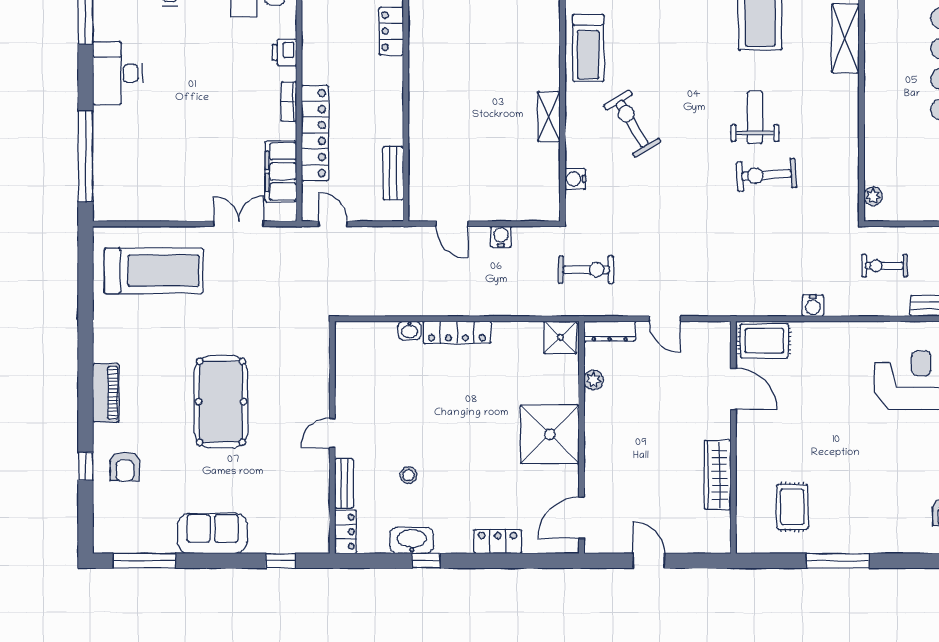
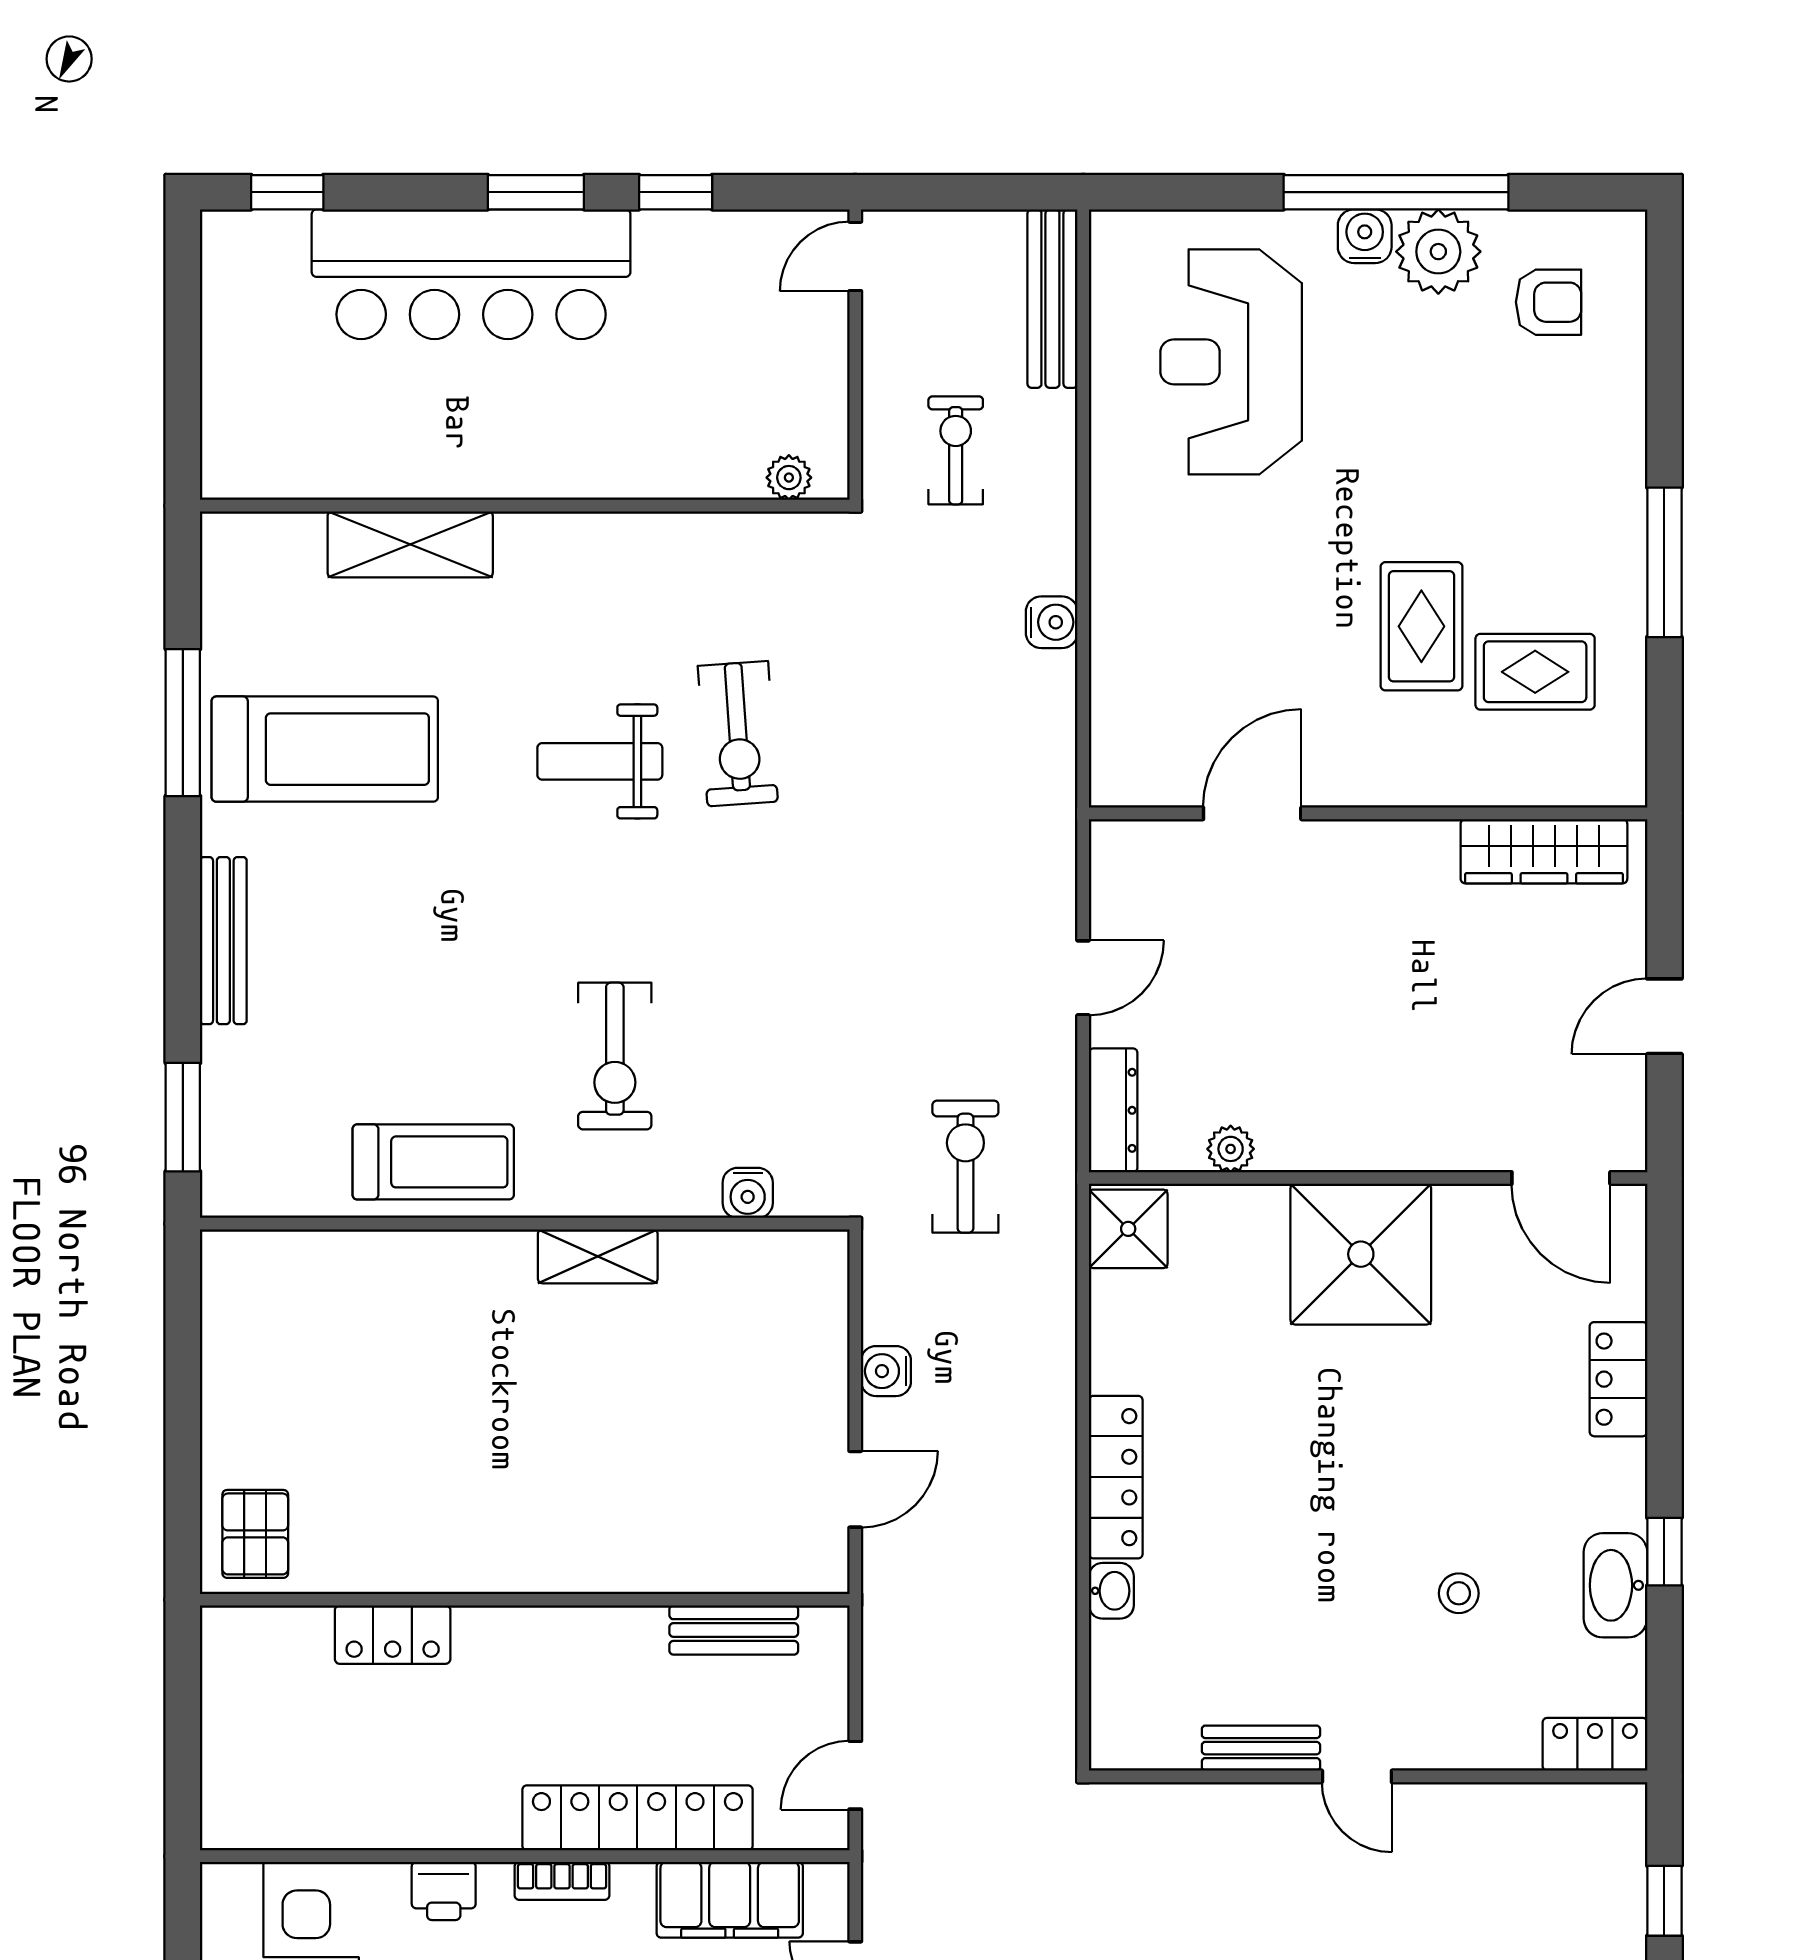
exercise bike: (632, 124) -> (615, 1056), turned -59
exercise bike: (884, 266) -> (956, 450), turned 180
rug: (764, 341) -> (1421, 626), moved
wardrobe: (717, 475) -> (1544, 851), moved
bench: (344, 483) -> (1261, 1748), moved

